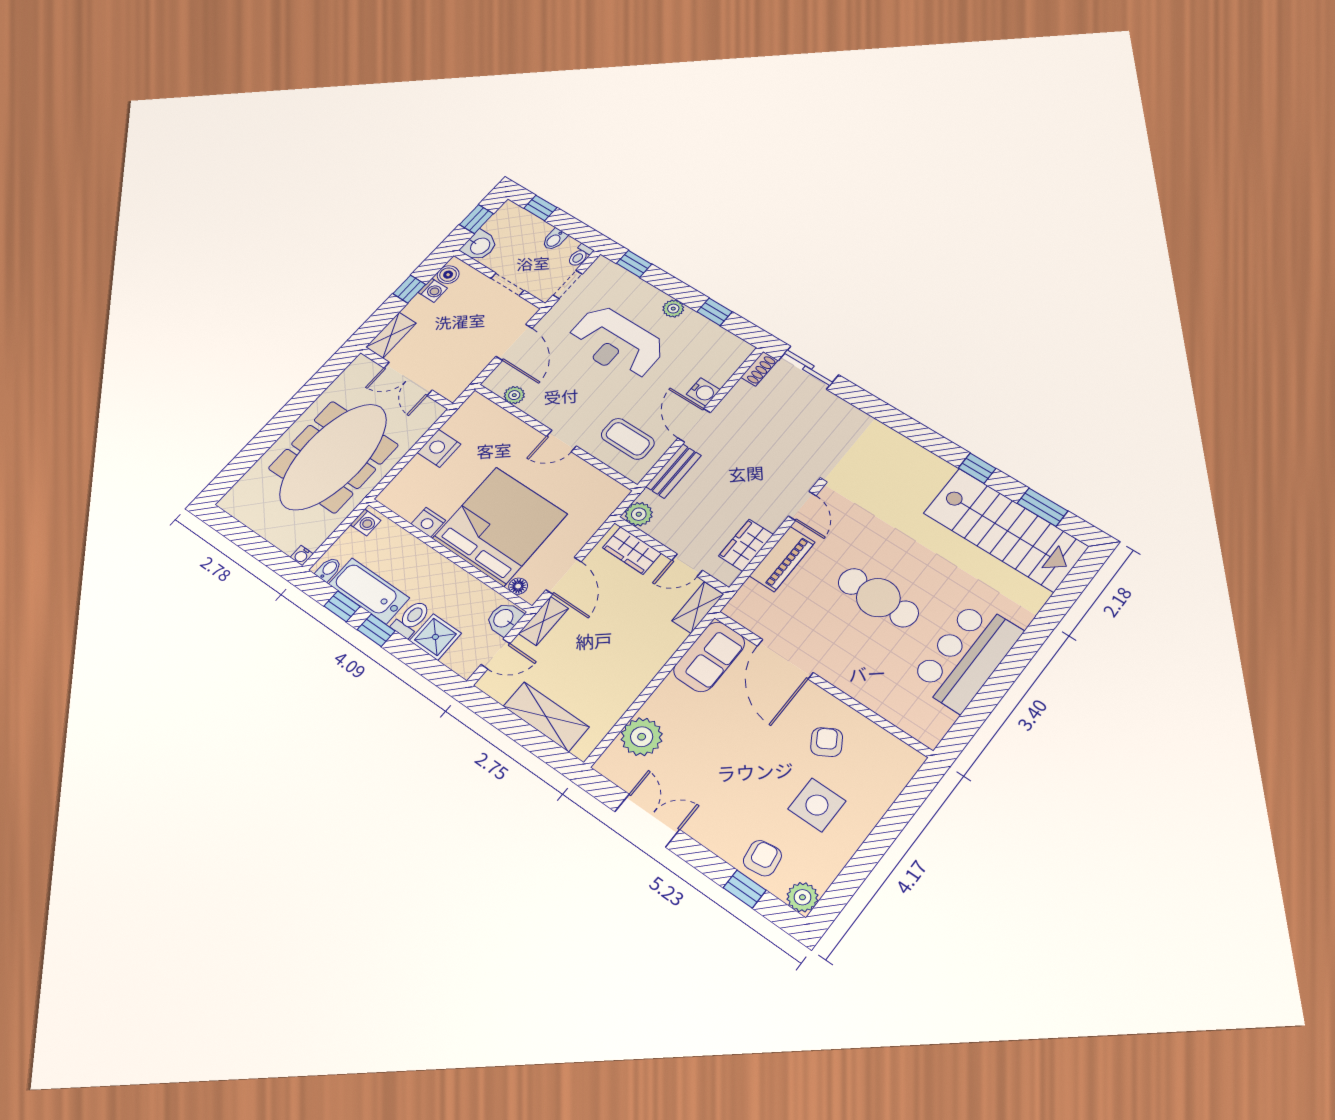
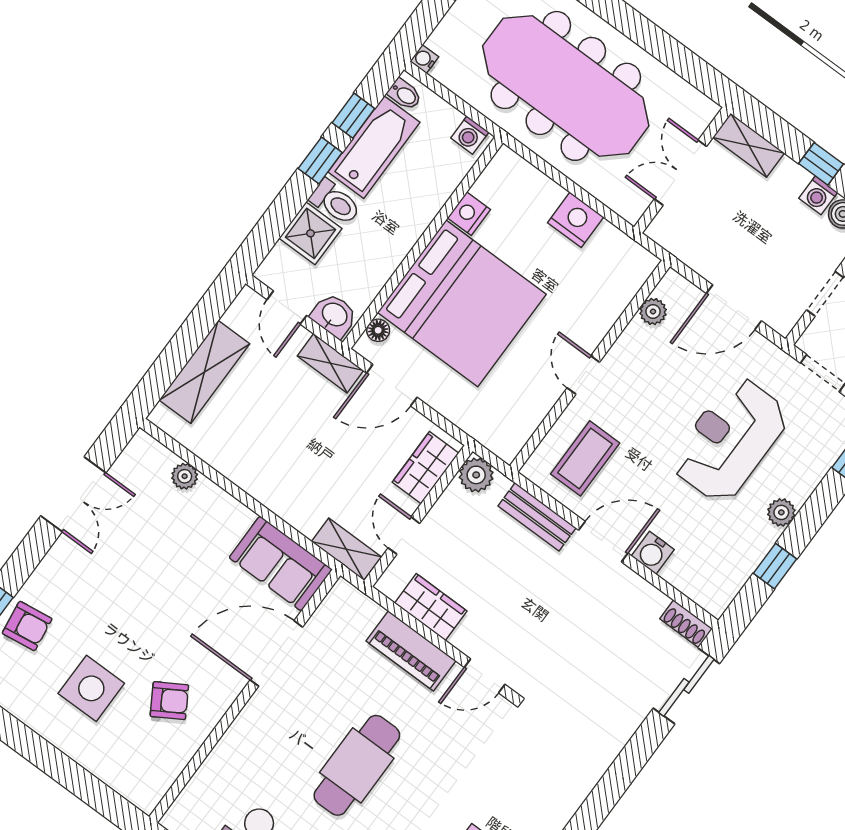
plant: (642, 737) -> (185, 476), width x0.53, depth x0.53

